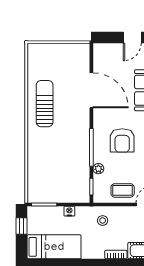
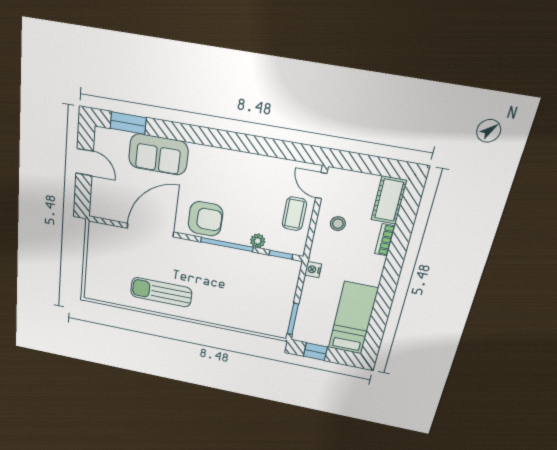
armchair: (122, 140) -> (205, 219), moved
nightstand: (69, 211) -> (313, 270), moved
stool: (103, 221) -> (338, 224), moved

